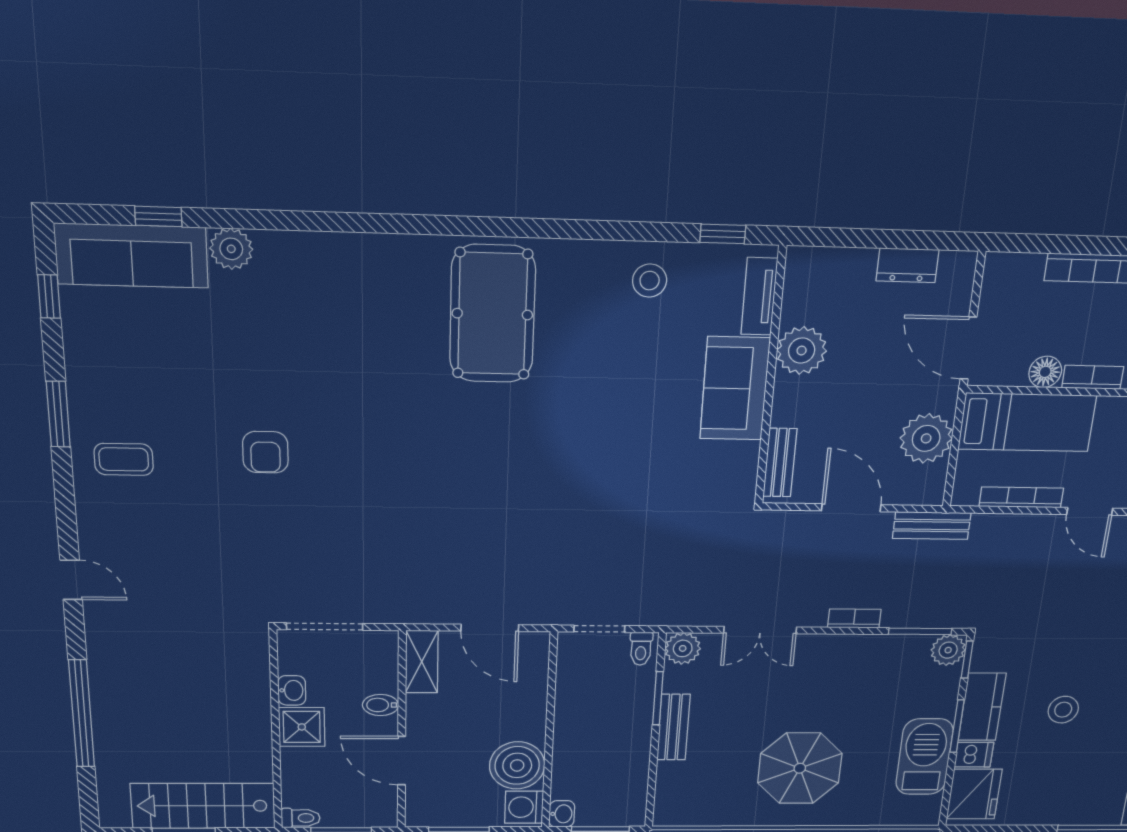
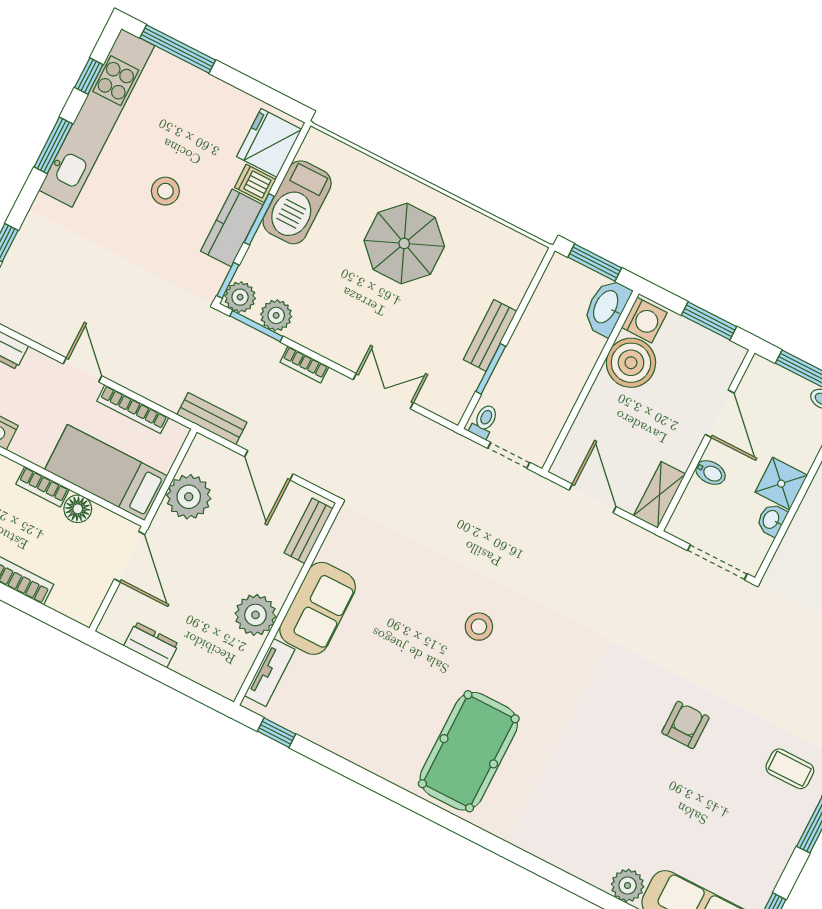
stool: (650, 281) -> (479, 627), moved
plant: (683, 648) -> (276, 315), moved
washbasin: (562, 814) -> (607, 307), width x1.91, depth x1.45

